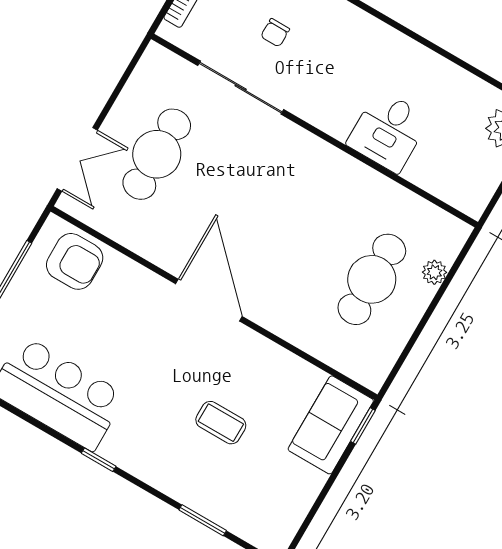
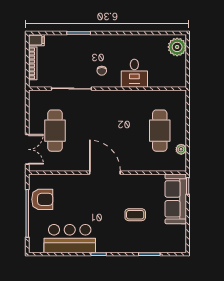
chair: (275, 33) -> (102, 71), moved
armchair: (75, 261) -> (42, 199), moved
plant: (434, 272) -> (181, 149), moved
sofa: (331, 425) -> (176, 199), width x1.36

